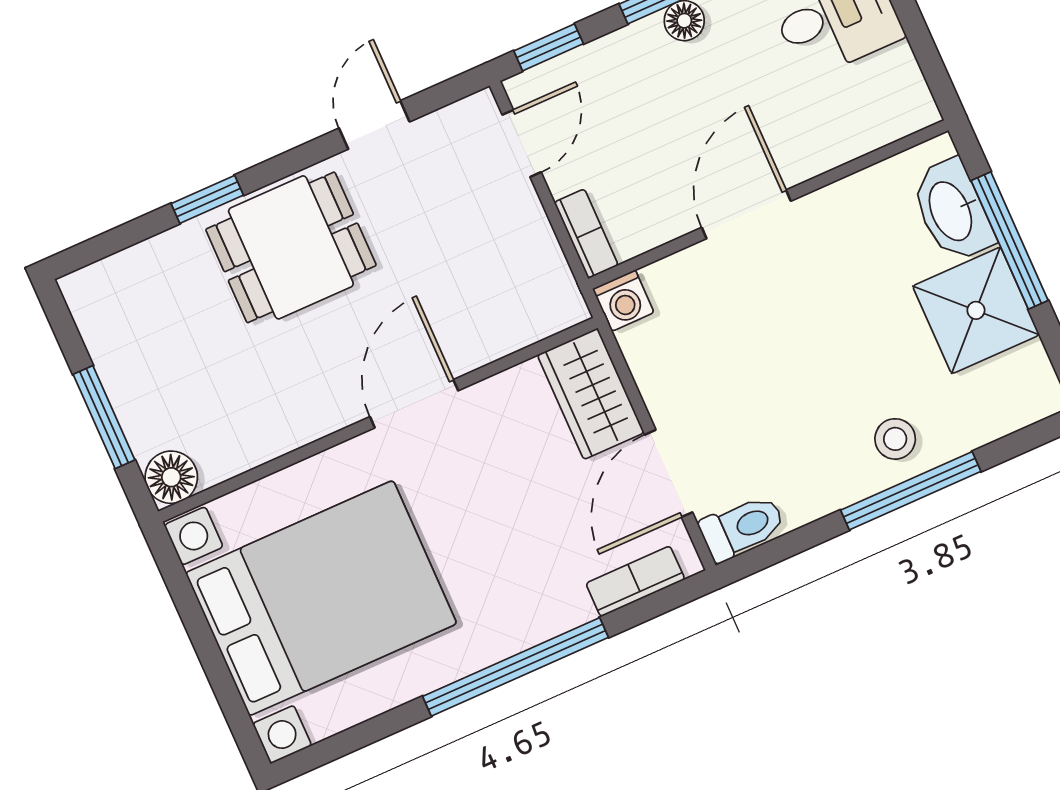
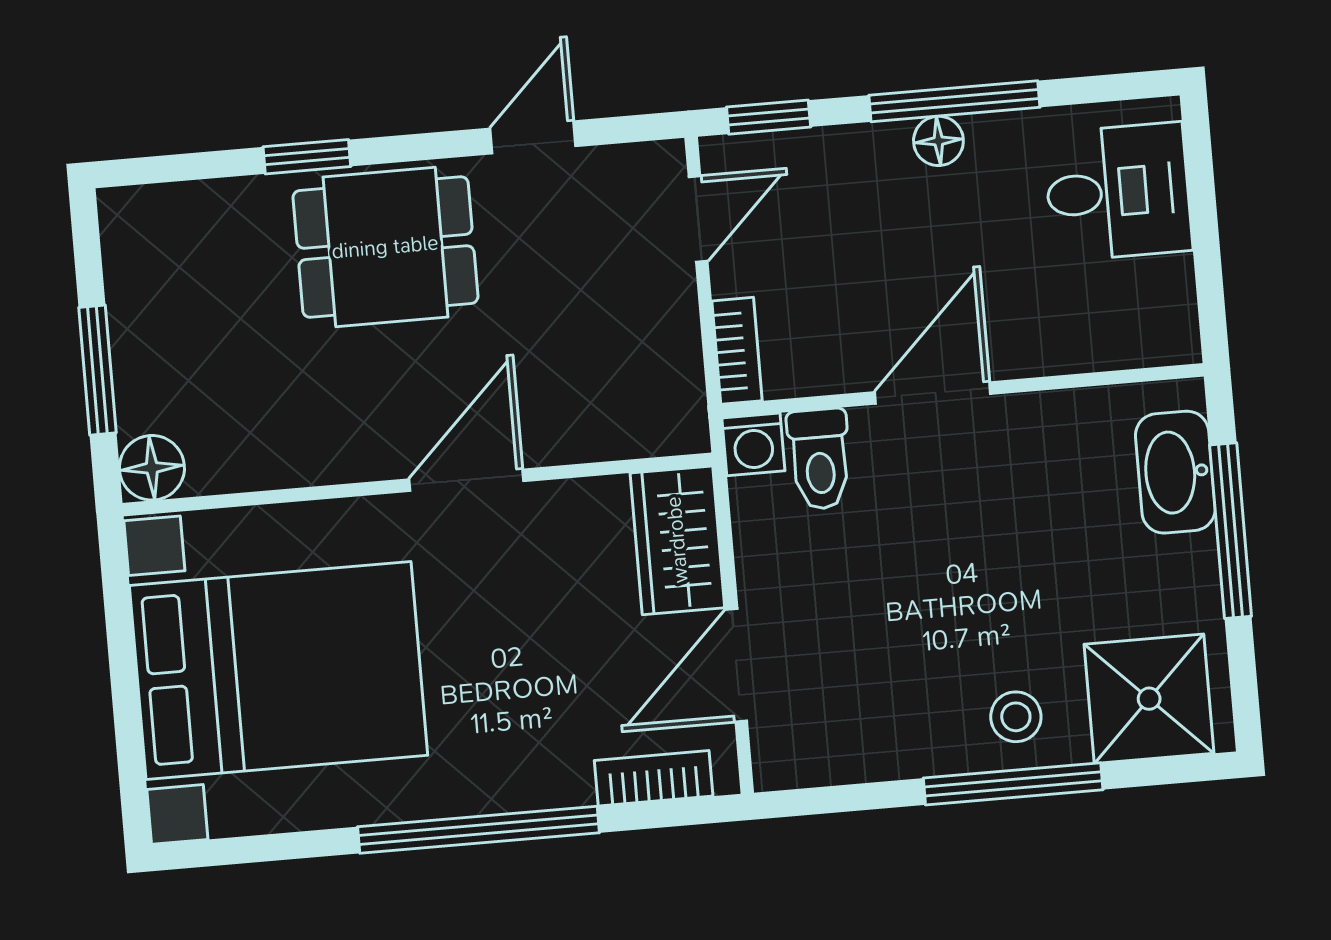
shower: (976, 310) -> (1149, 699), moved
toilet: (742, 527) -> (820, 459), moved, turned 90

